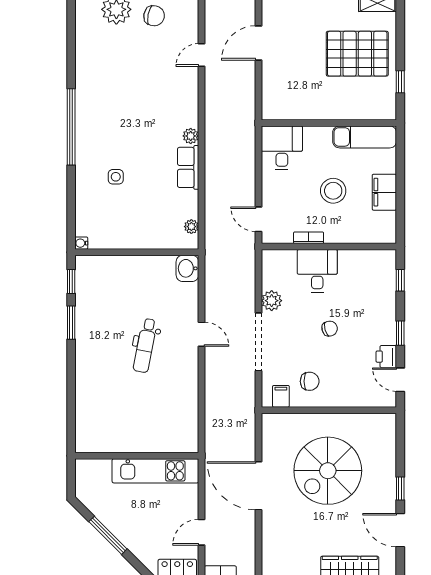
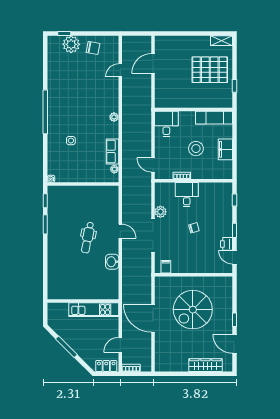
row of seats: (188, 167) -> (112, 151), moved
washbasin: (187, 268) -> (112, 262), moved
chair: (310, 381) -> (182, 258), removed

